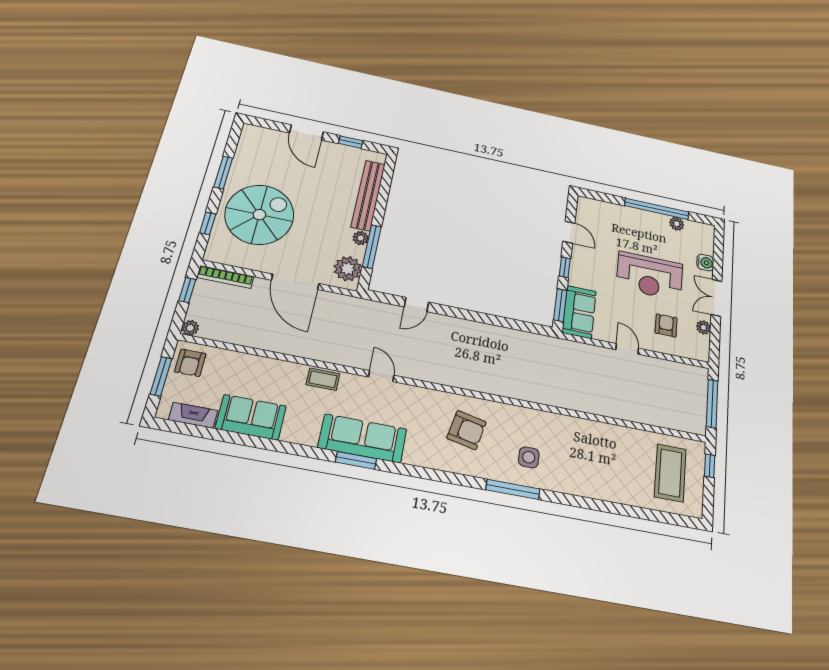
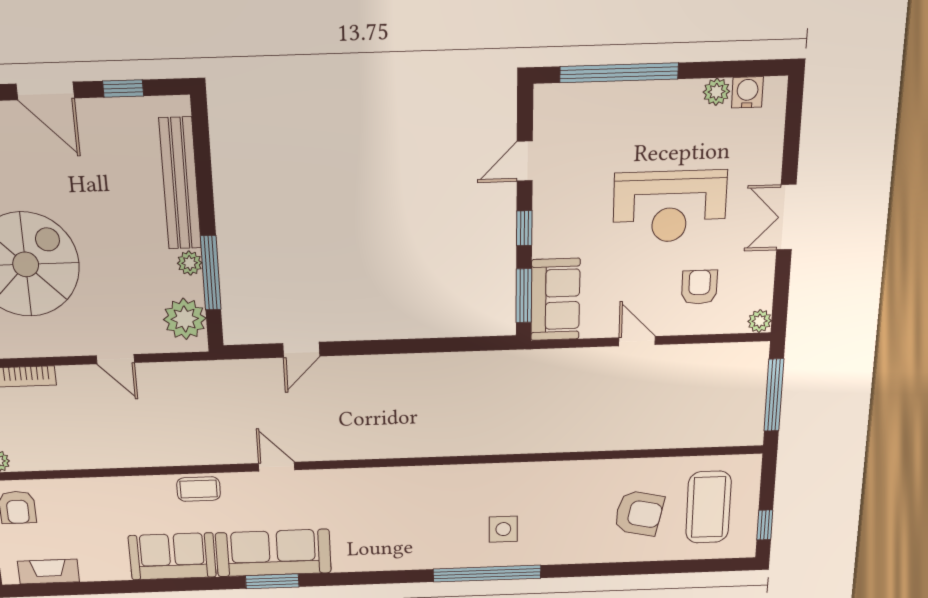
window: (657, 209) -> (619, 73), moved
door: (569, 232) -> (525, 161), swing flipped
water cooler: (705, 263) -> (747, 92), moved, turned -90
door: (295, 282) -> (115, 359), width x0.53
plant: (704, 327) -> (760, 321), moved
sofa: (251, 417) -> (172, 556), moved
armchair: (467, 430) -> (639, 513), moved
window: (710, 466) -> (765, 525), moved
window: (513, 489) -> (487, 574), width x1.46

